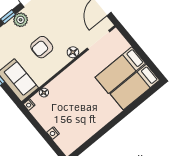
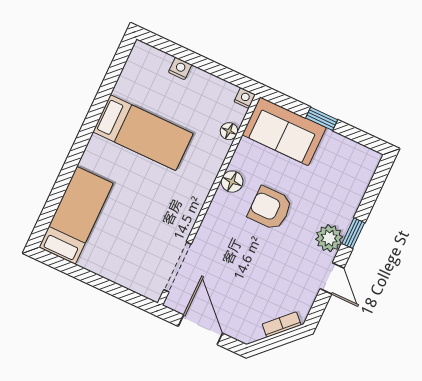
armchair: (42, 47) -> (270, 208), turned -90
floor lamp: (73, 52) -> (232, 182), moved
bed: (120, 70) -> (143, 133), moved, turned 90

